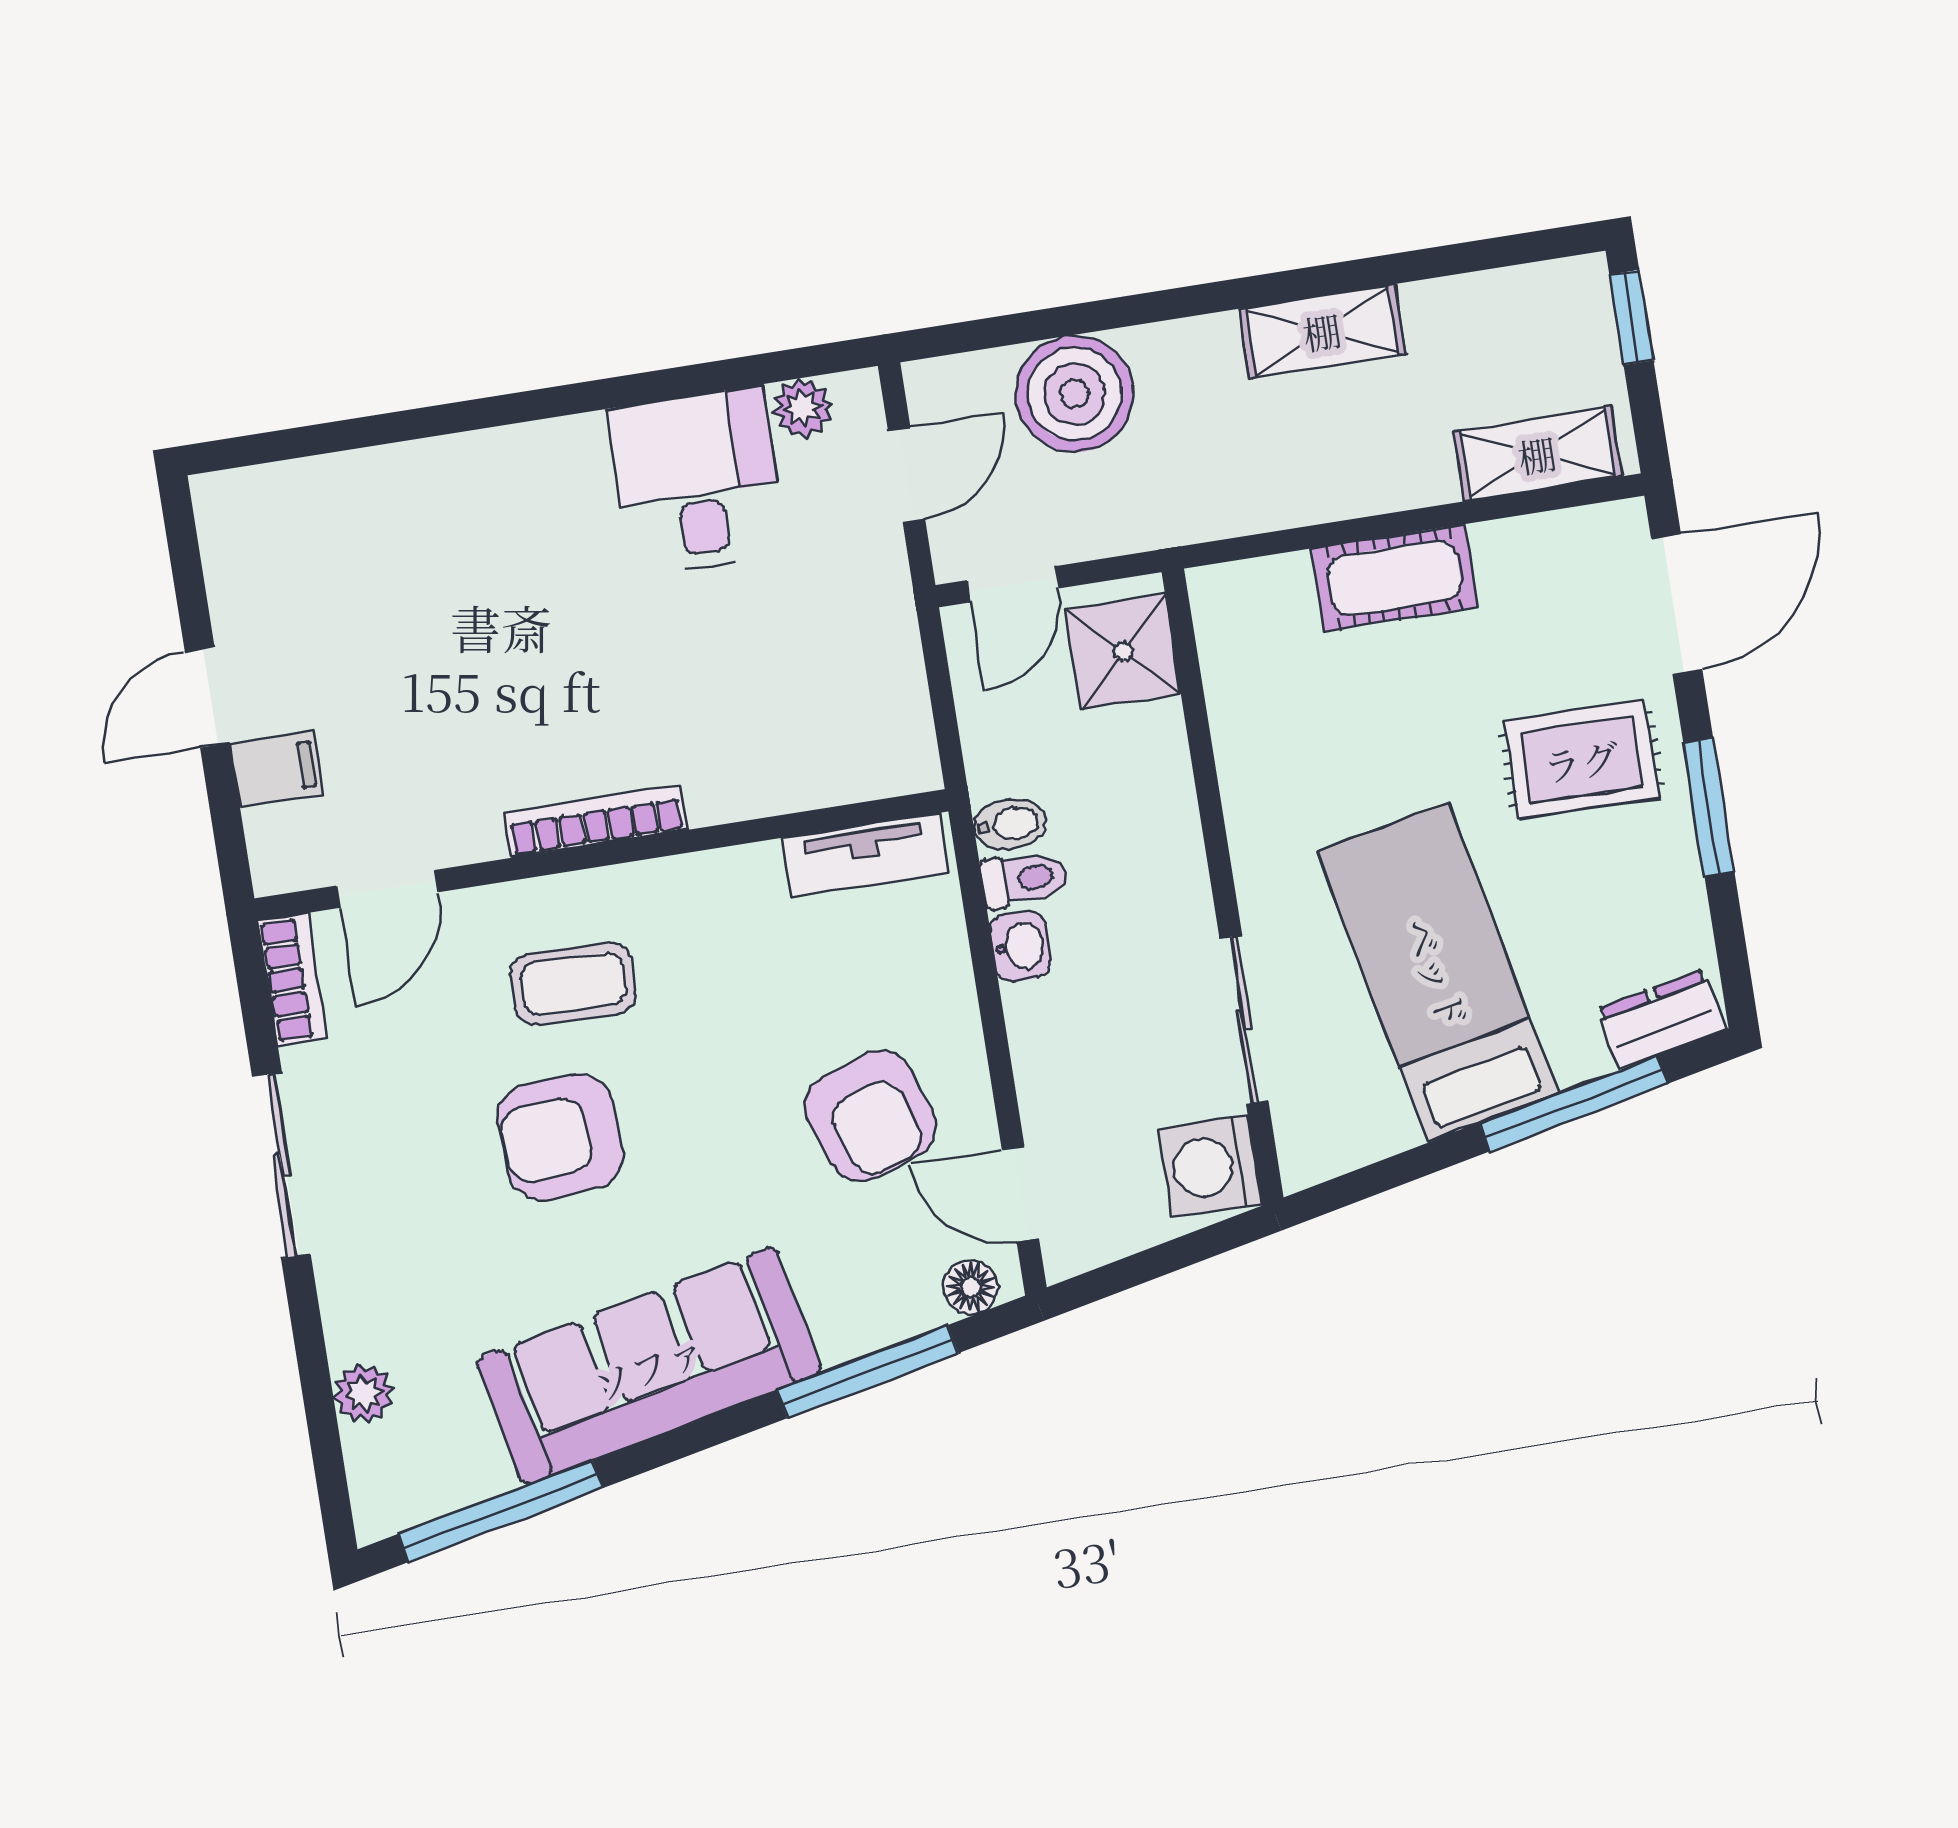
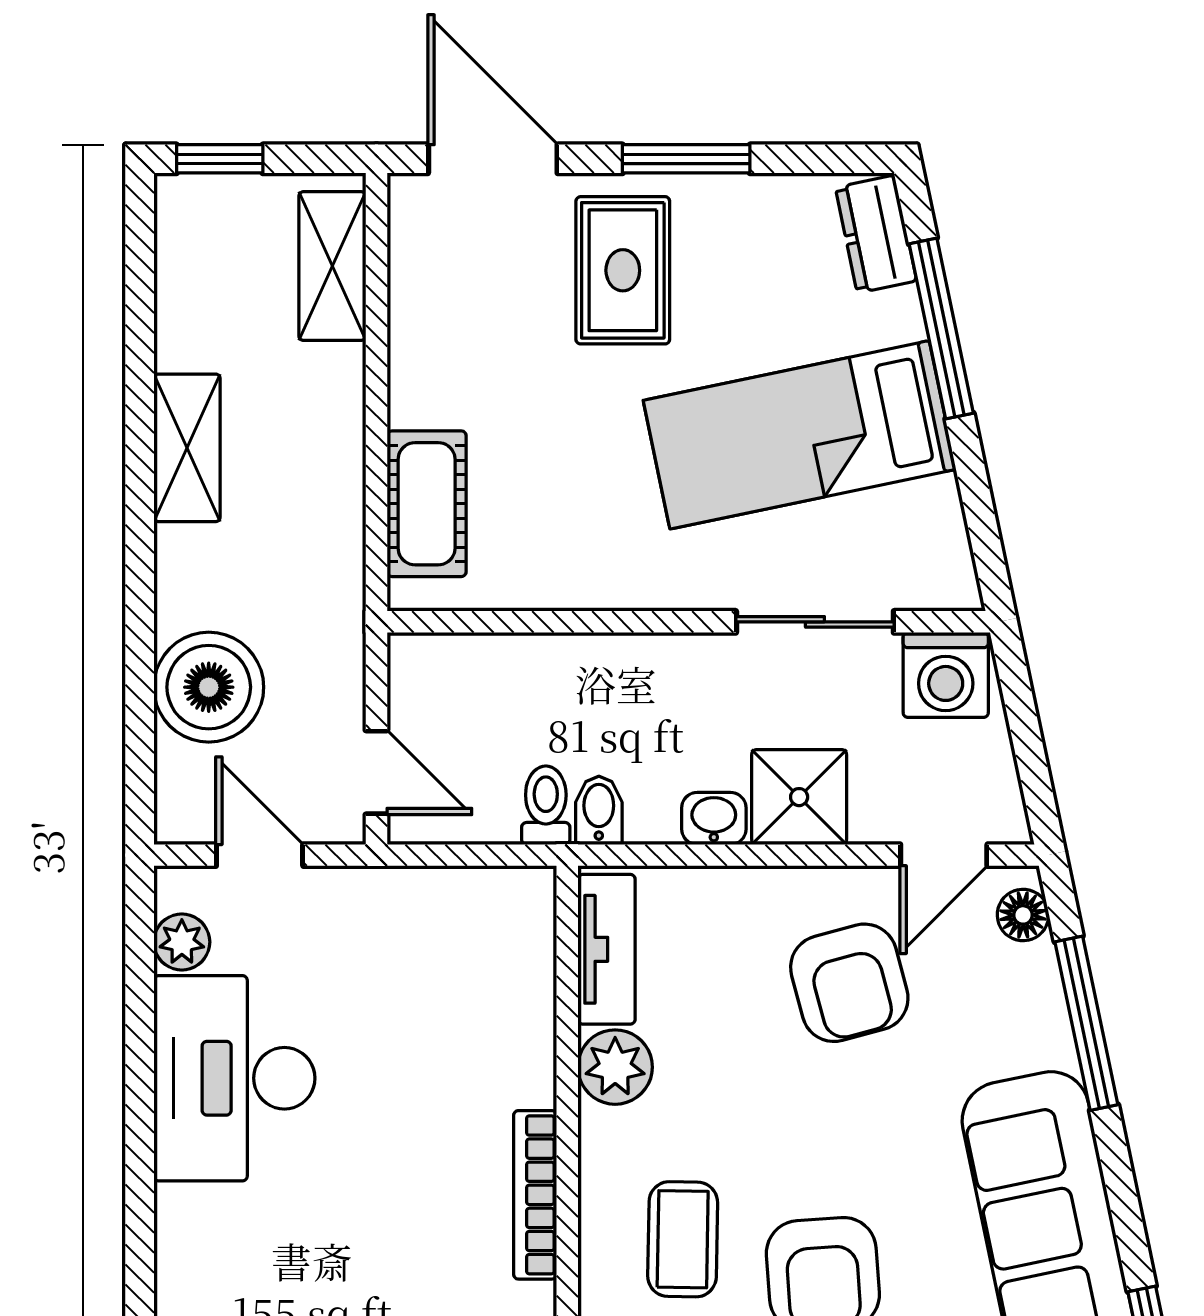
desk: (697, 481) -> (234, 1078), width x1.37
cot: (1395, 578) -> (427, 504), moved
shower: (1123, 651) -> (799, 797), moved
toilet: (1024, 879) -> (546, 805), moved
plant: (743, 884) -> (615, 1067), added
armchair: (871, 1116) -> (849, 983), turned 94

